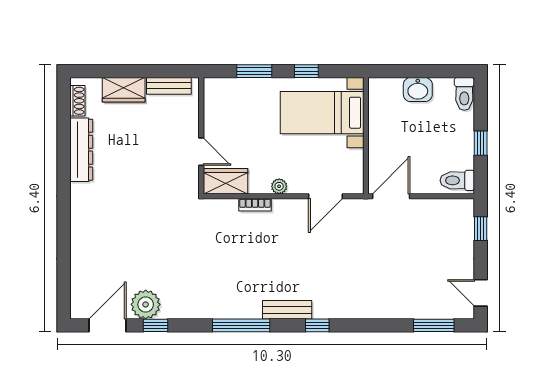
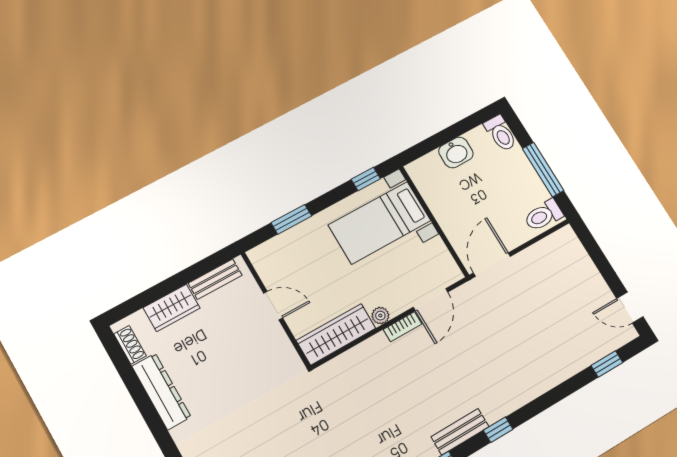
window: (306, 71) -> (366, 179), moved
window: (481, 143) -> (543, 170), width x2.17
door: (201, 152) -> (273, 306), moved
wardrobe: (225, 181) -> (336, 334), width x1.50
bookcase: (255, 205) -> (403, 327), moved
window: (481, 229) -> (592, 248), removed
window: (434, 325) -> (607, 364), width x0.67

